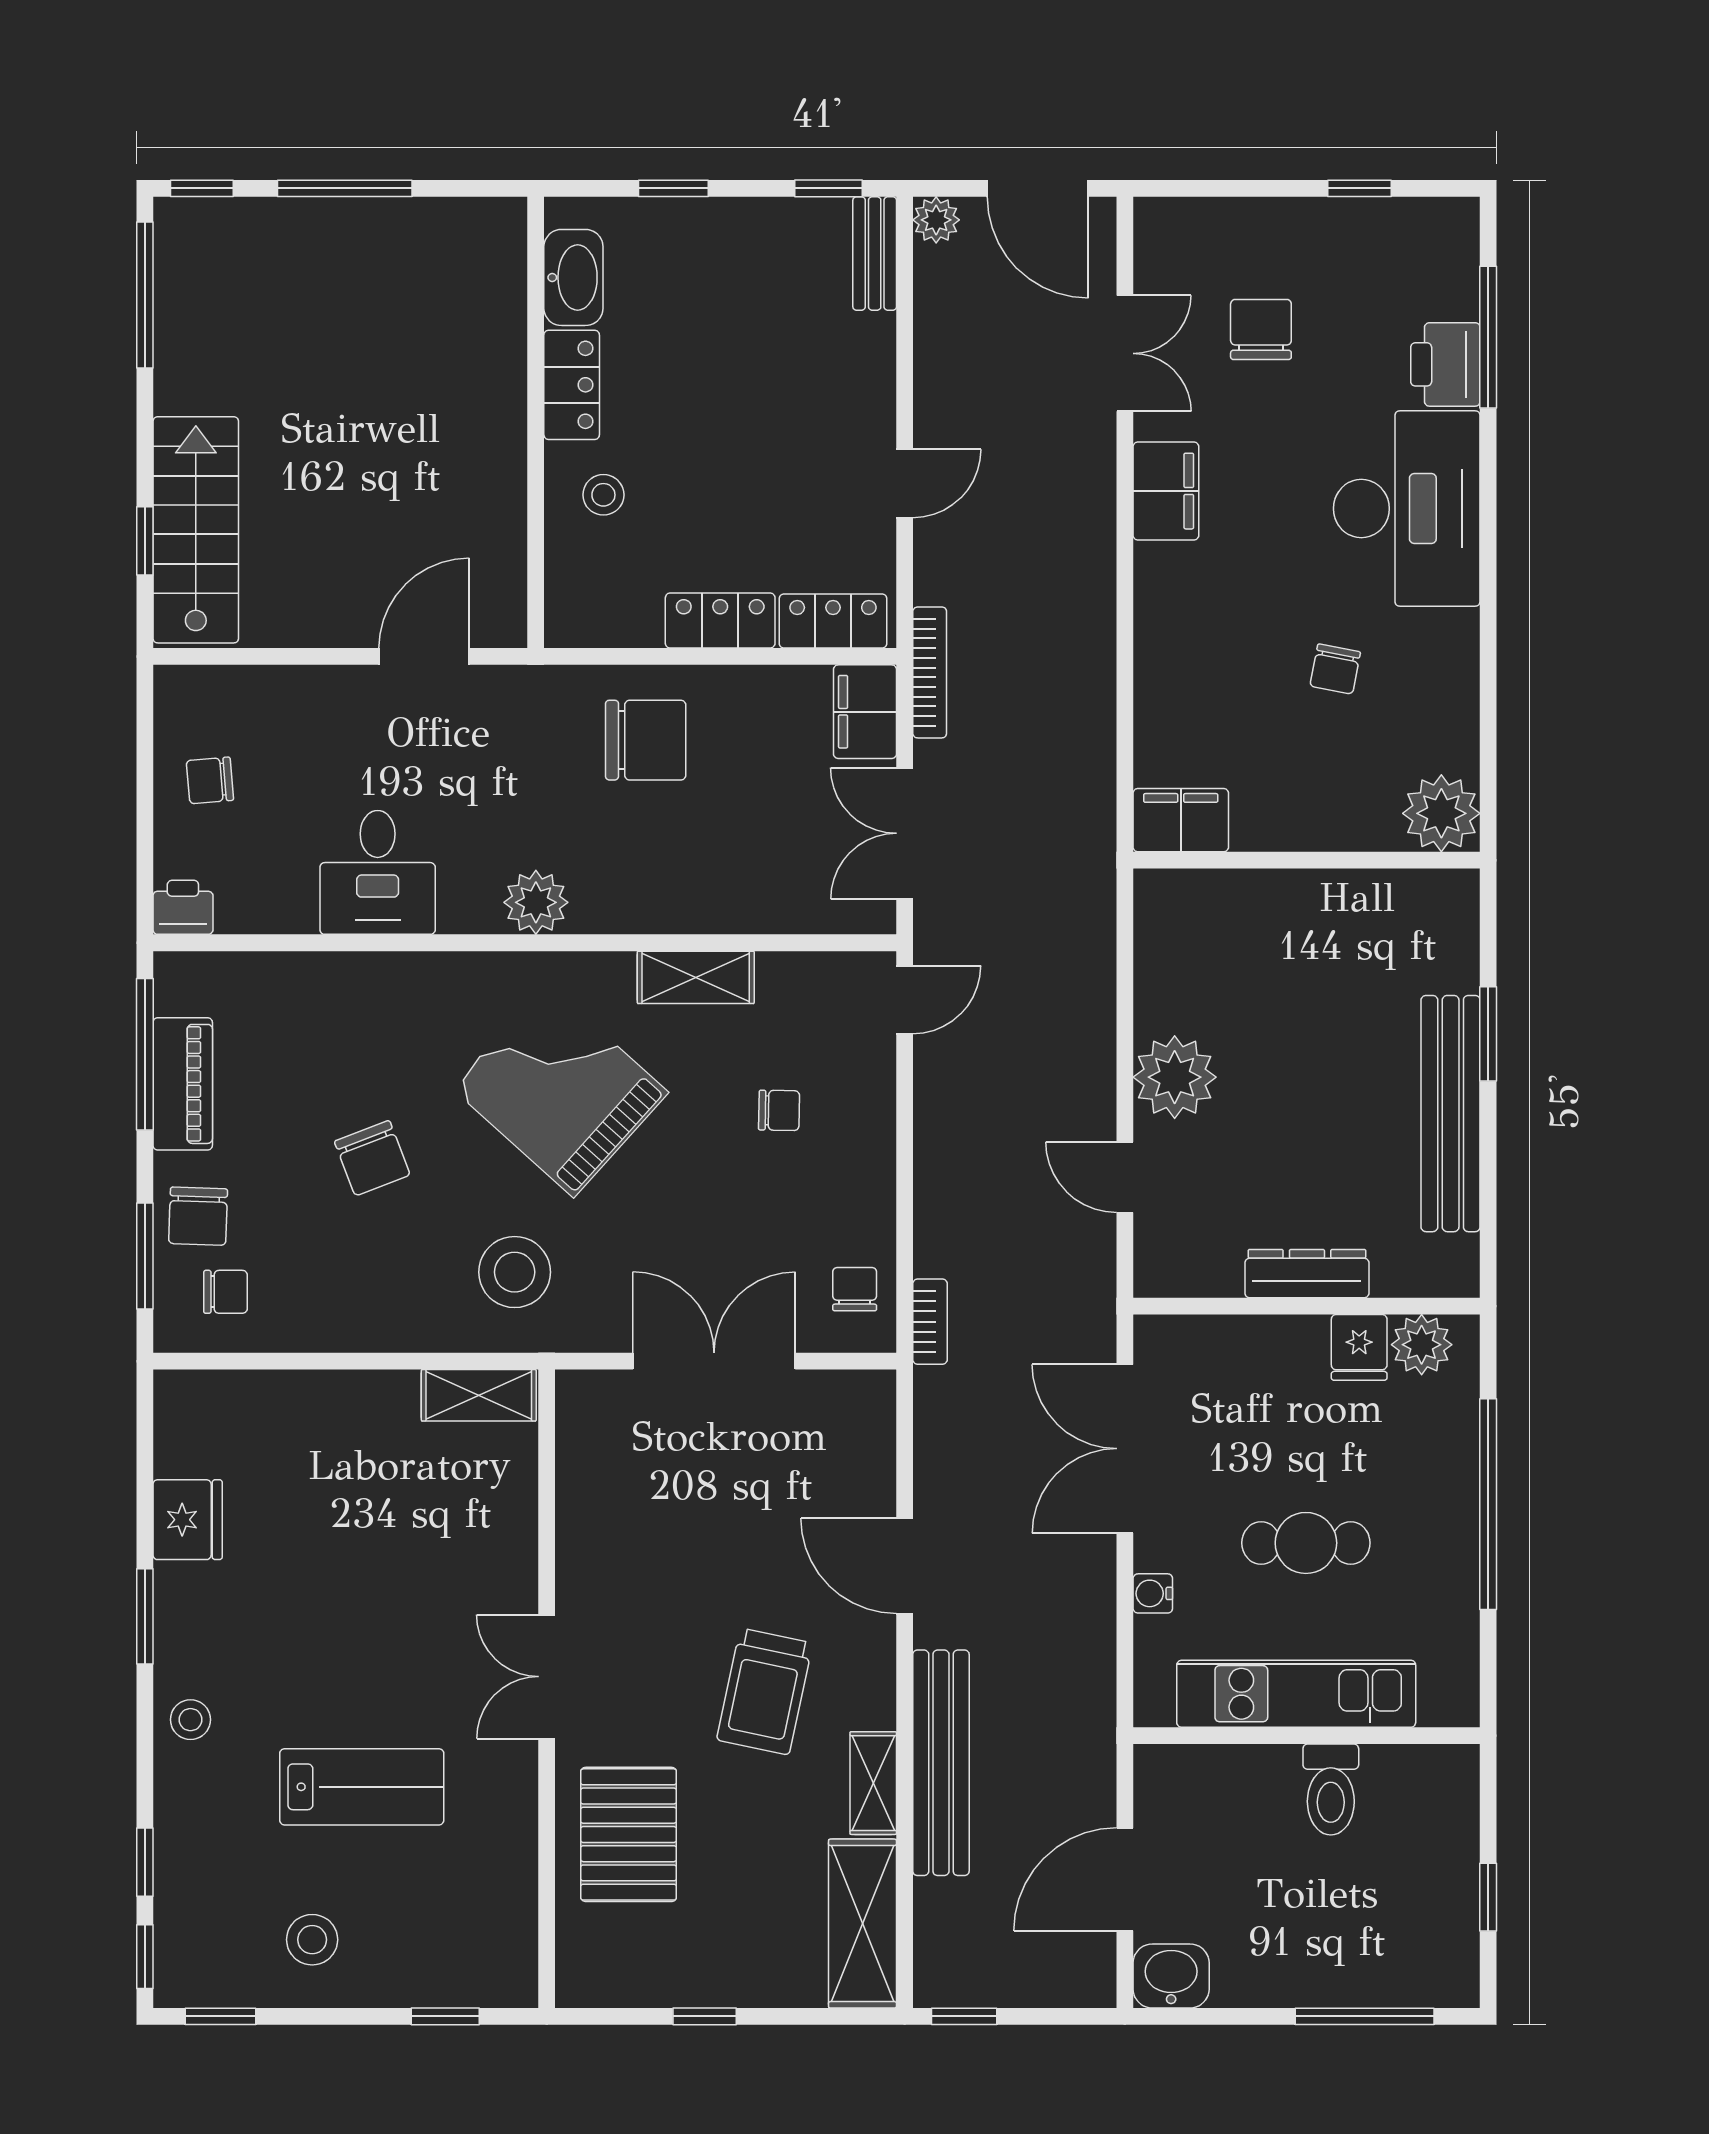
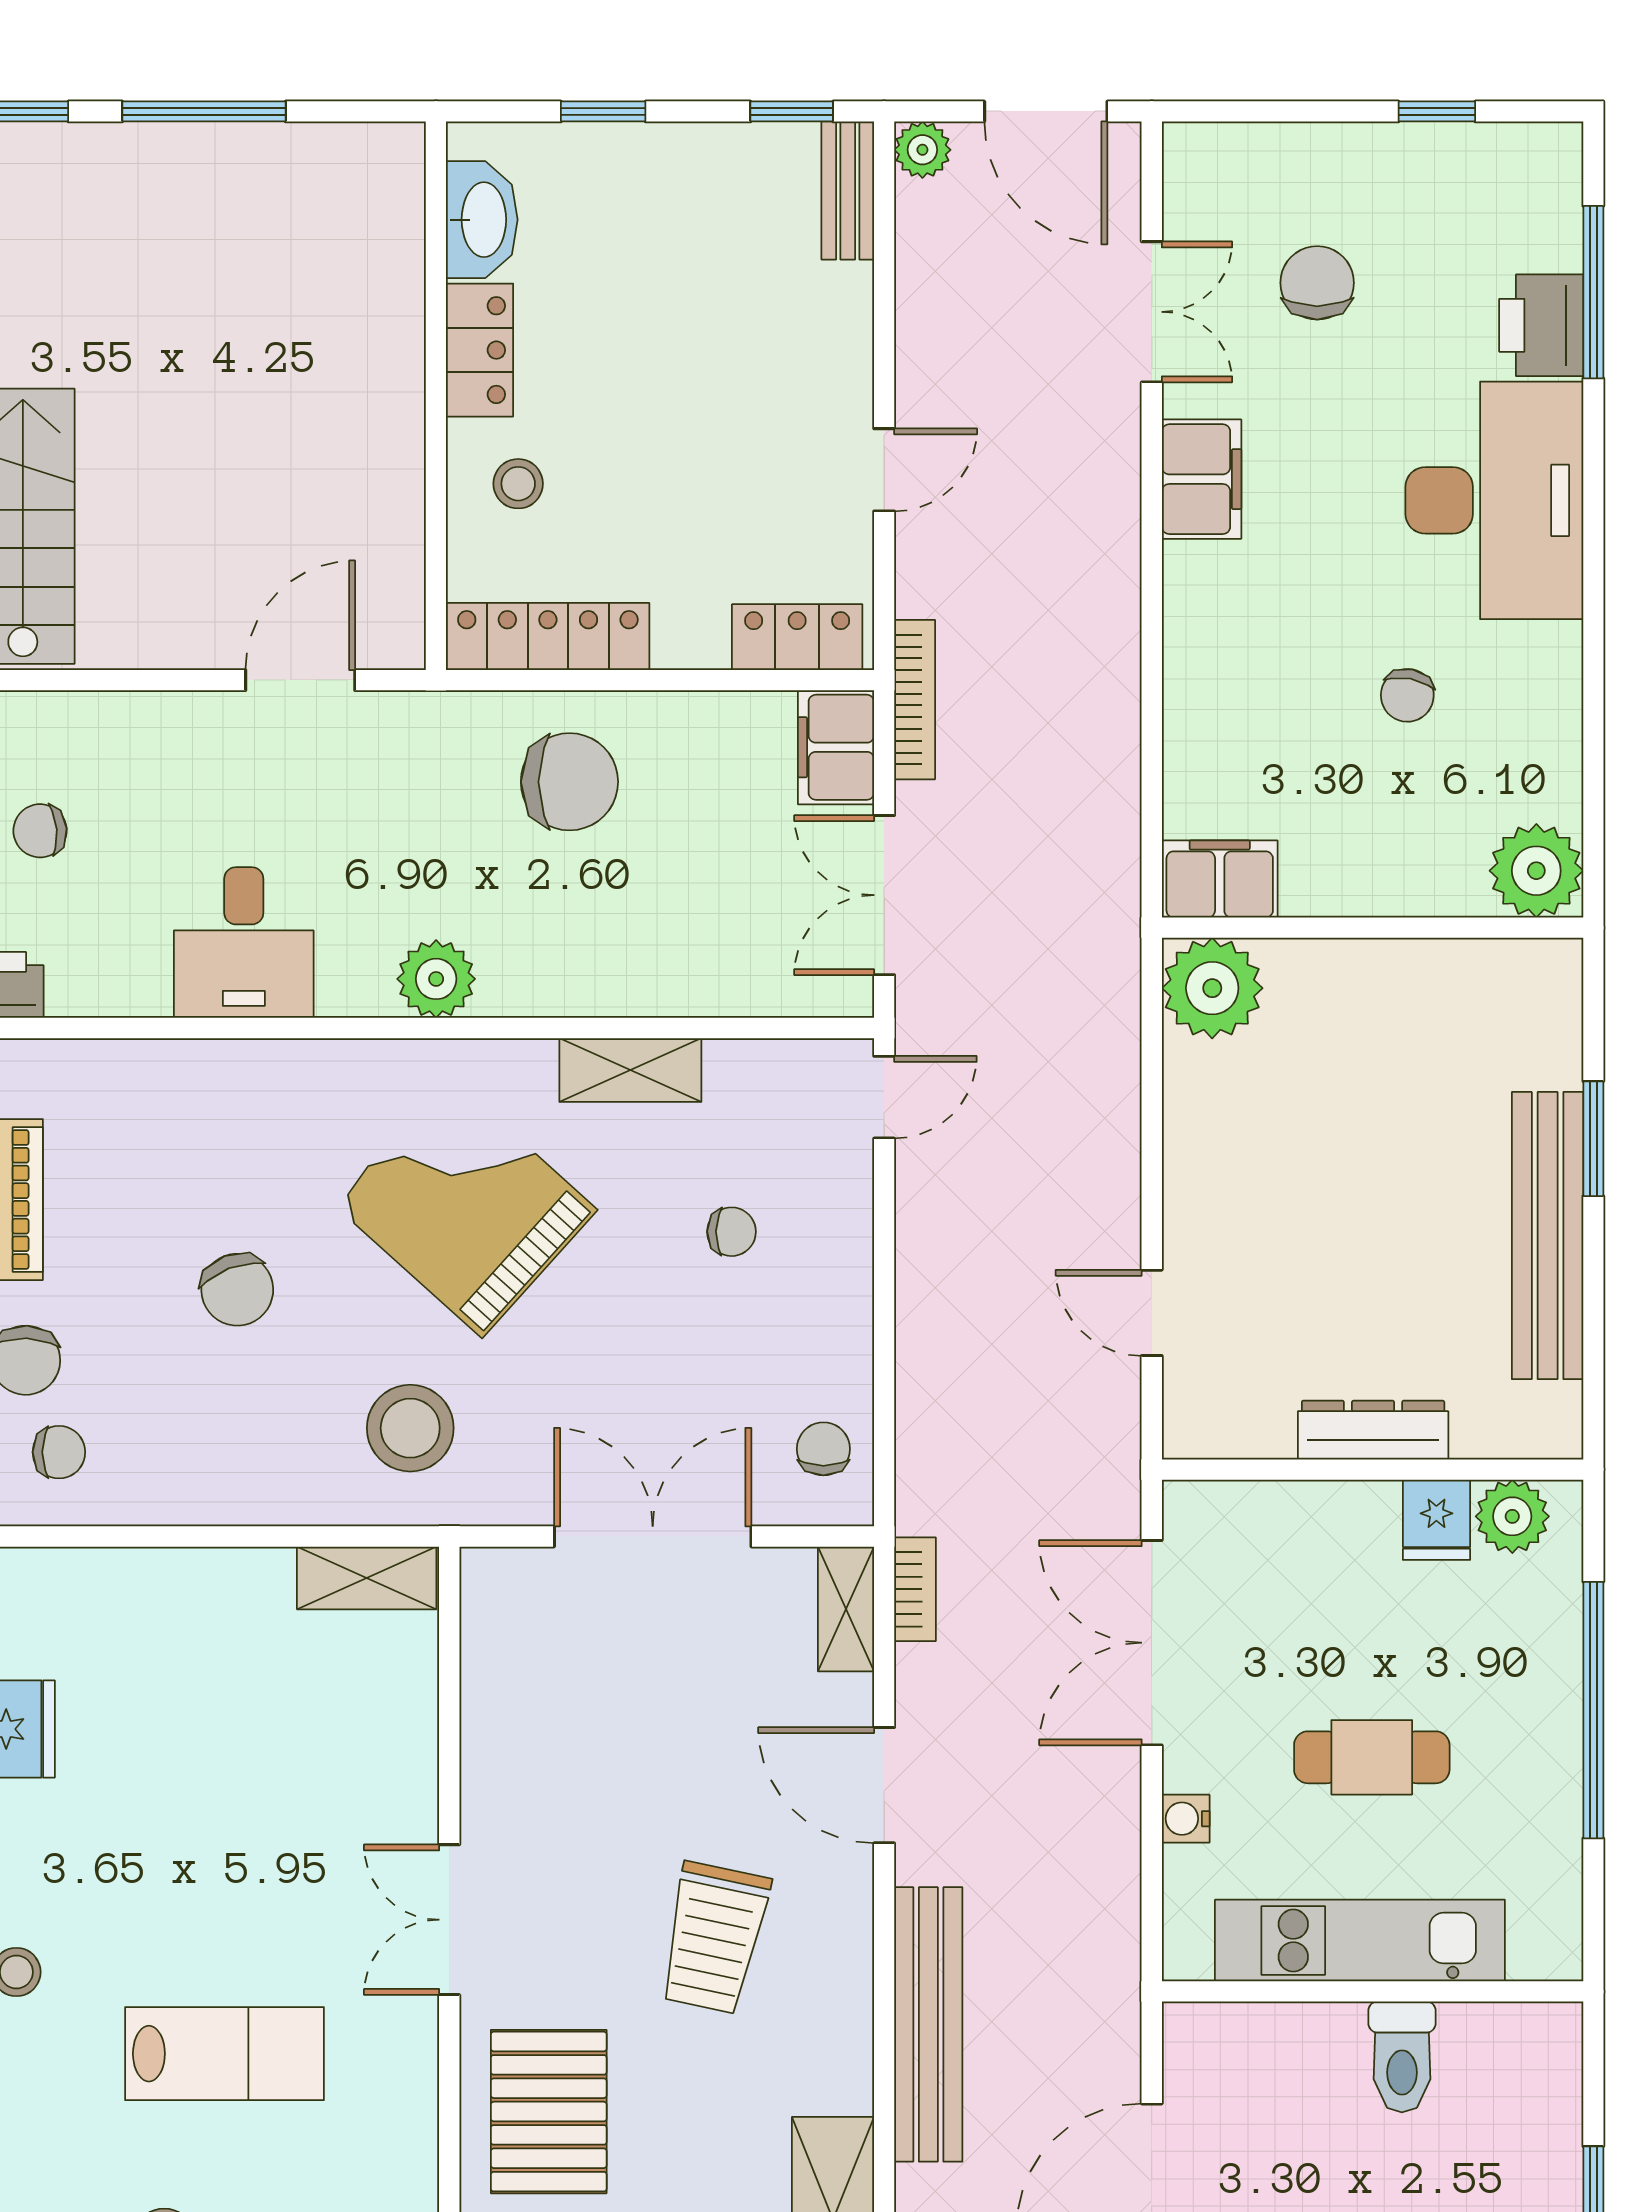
locker: (720, 621) -> (548, 636), moved, width x1.53
plant: (1175, 1077) -> (1212, 988), moved
bookcase: (930, 1322) -> (915, 1589), moved
shelving: (873, 1783) -> (846, 1609), moved

